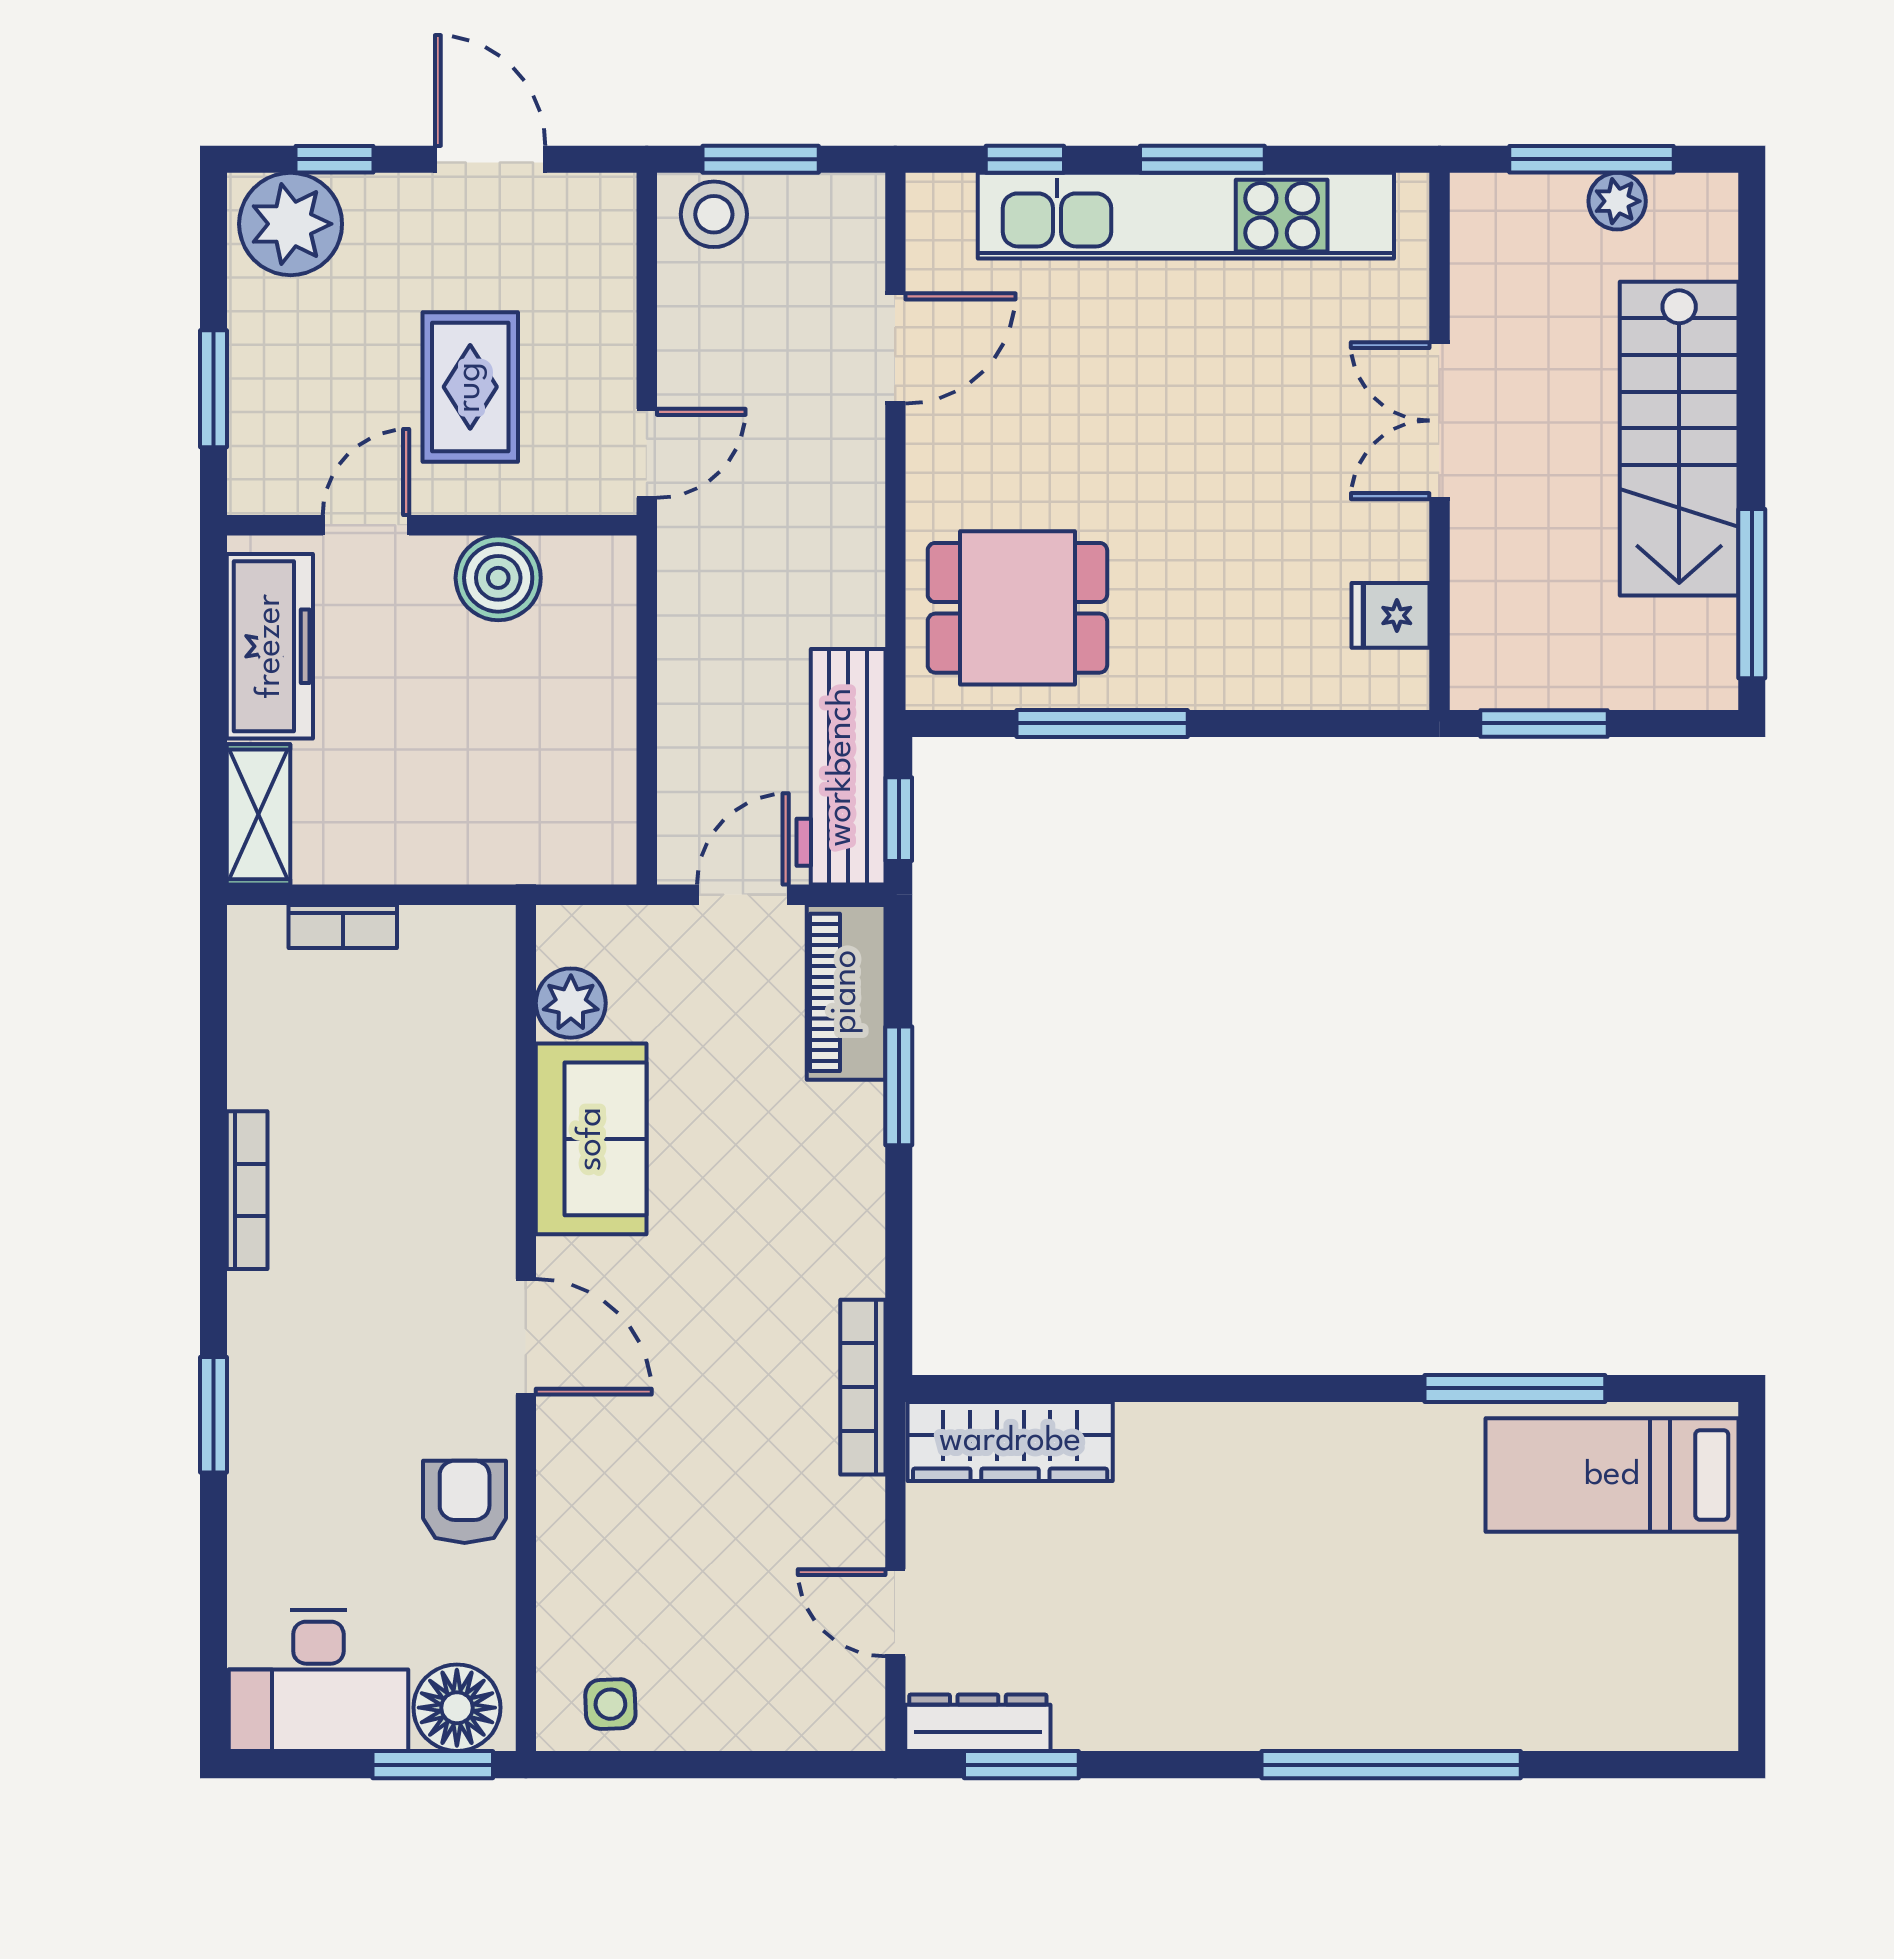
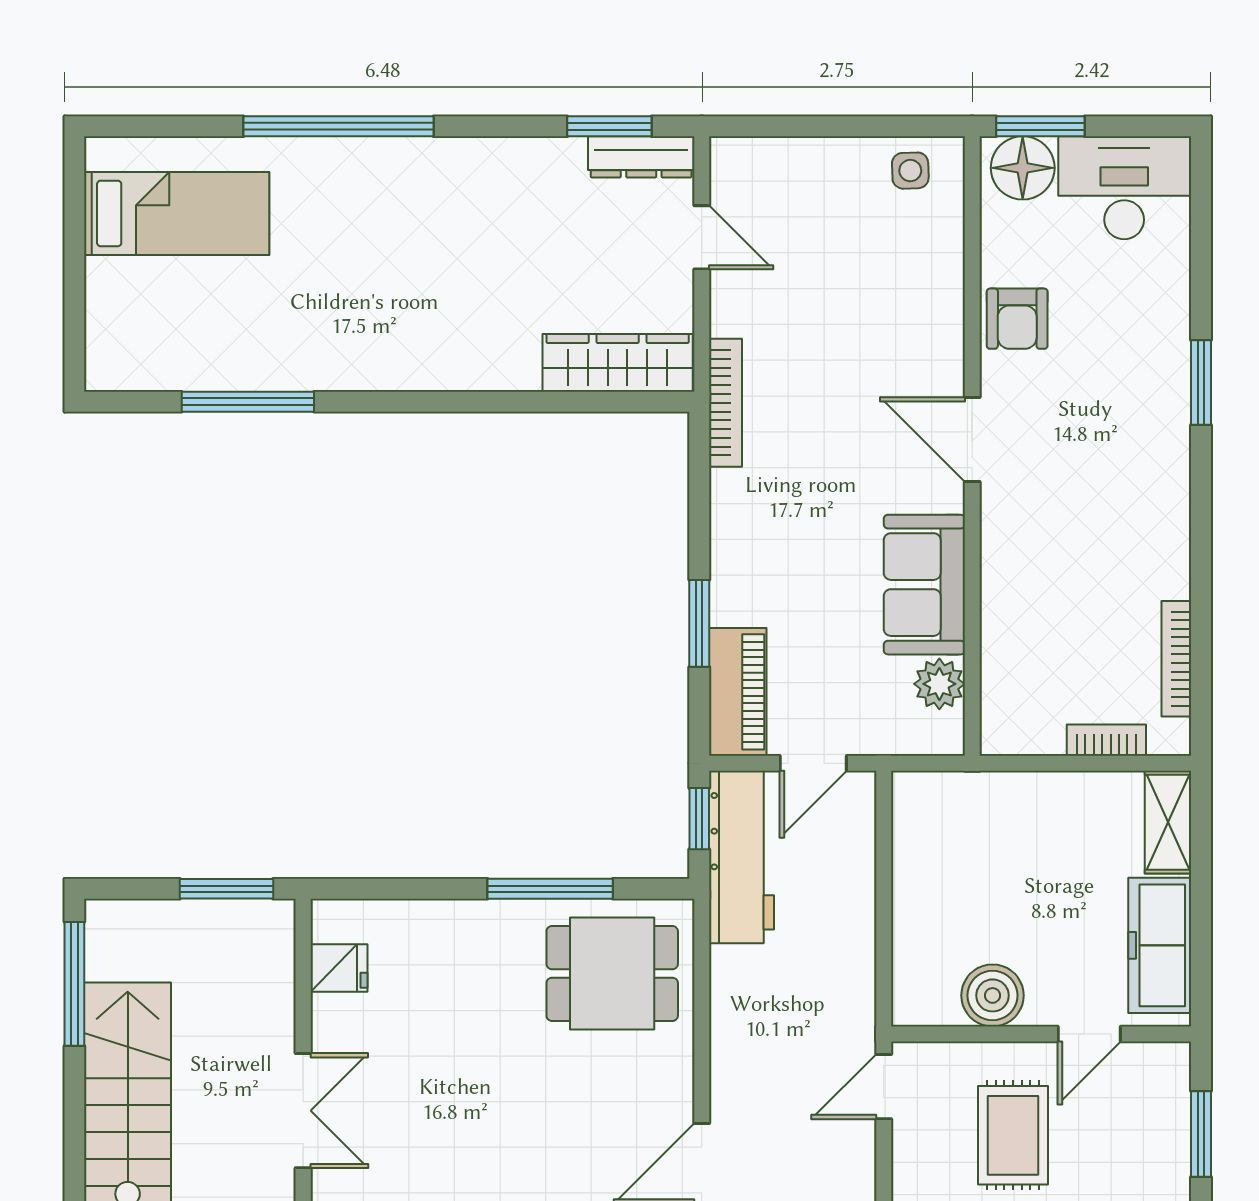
bookcase: (247, 1190) -> (1176, 659), moved
bed: (1612, 1475) -> (177, 213), moved

